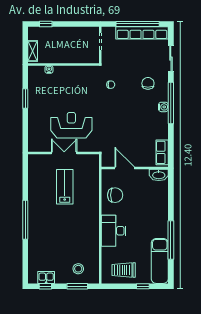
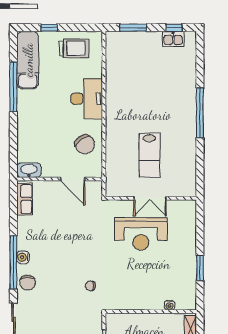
chair: (148, 83) -> (28, 283), moved
chair: (115, 195) -> (85, 144), turned -125
stool: (78, 269) -> (132, 50), removed

